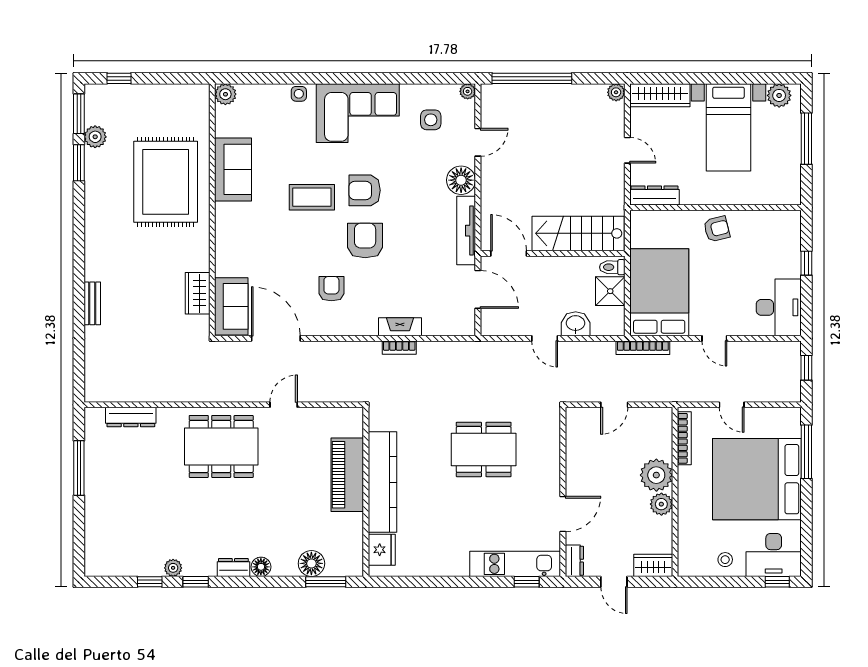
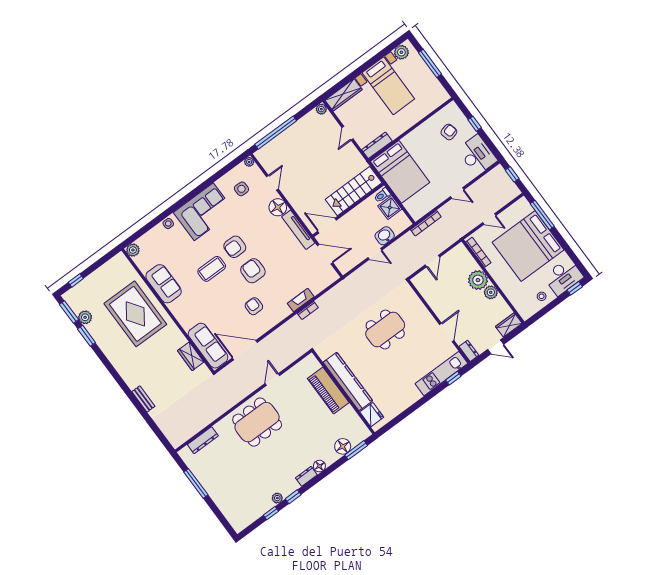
door: (627, 150) -> (348, 133), swing flipped
armchair: (717, 229) -> (449, 132), moved
bed: (659, 292) -> (400, 172), moved, turned 180
sofa: (231, 306) -> (208, 346), width x1.36

